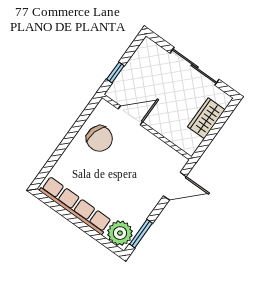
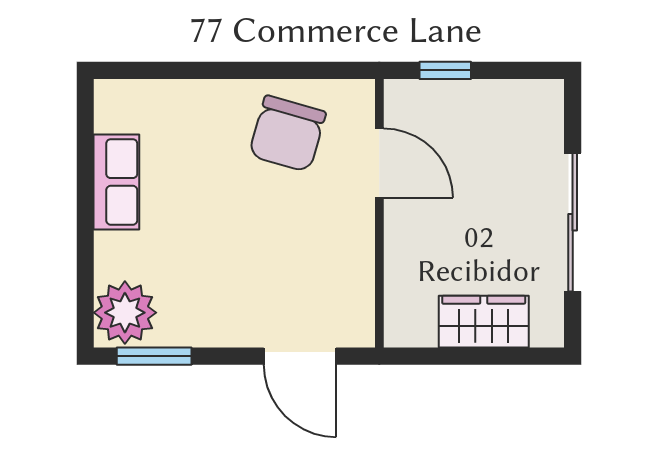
row of seats: (75, 205) -> (116, 182), width x0.50

